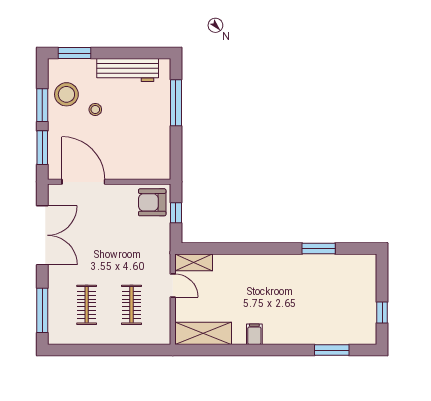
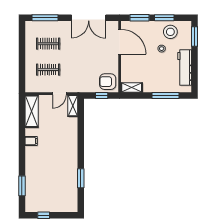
shelving: (162, 161) -> (132, 87), added
door: (83, 182) -> (120, 42), hinge flipped
armchair: (152, 202) -> (108, 82), turned -90

